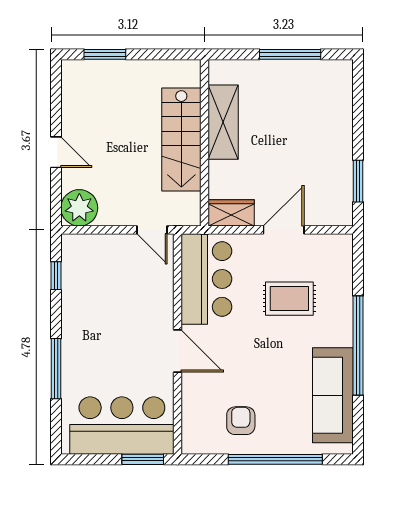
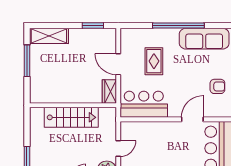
shelving: (223, 122) -> (49, 36), moved
door: (152, 230) -> (118, 149), moved
door: (178, 351) -> (192, 119), moved
armchair: (241, 421) -> (217, 86), turned 180

